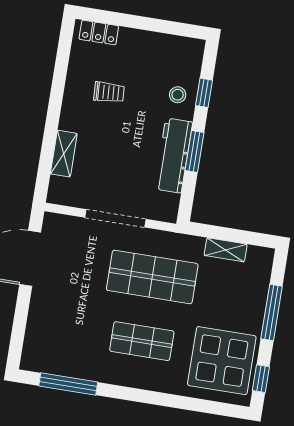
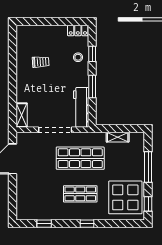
locker: (99, 33) -> (78, 30), moved
shelving: (64, 154) -> (22, 115), moved
workbench: (173, 155) -> (81, 107), moved
window: (68, 384) -> (44, 224), width x0.46
window: (145, 397) -> (87, 224), added

